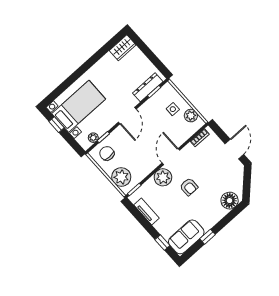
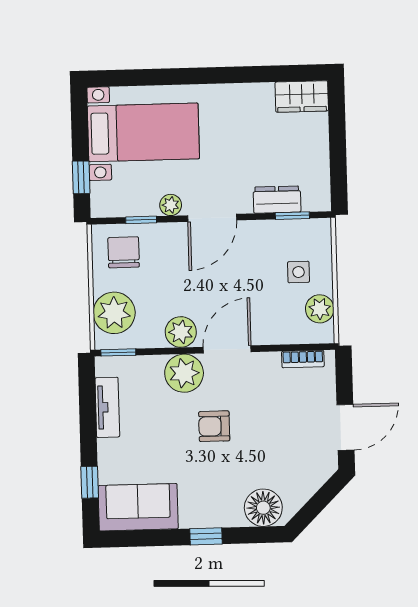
dresser: (148, 87) -> (277, 200), width x0.70
window: (57, 125) -> (81, 177), moved
plant: (93, 138) -> (171, 205), moved
plant: (150, 164) -> (181, 332), added
armchair: (189, 187) -> (214, 426), turned 90
window: (208, 237) -> (206, 536), moved

